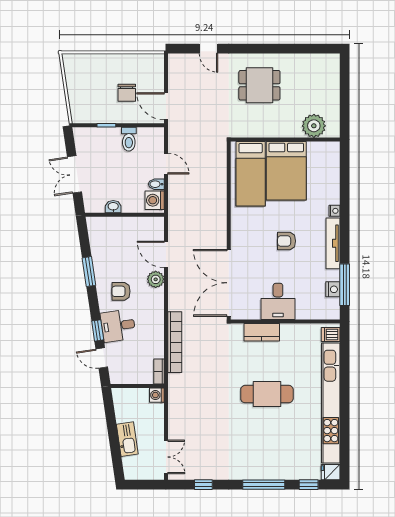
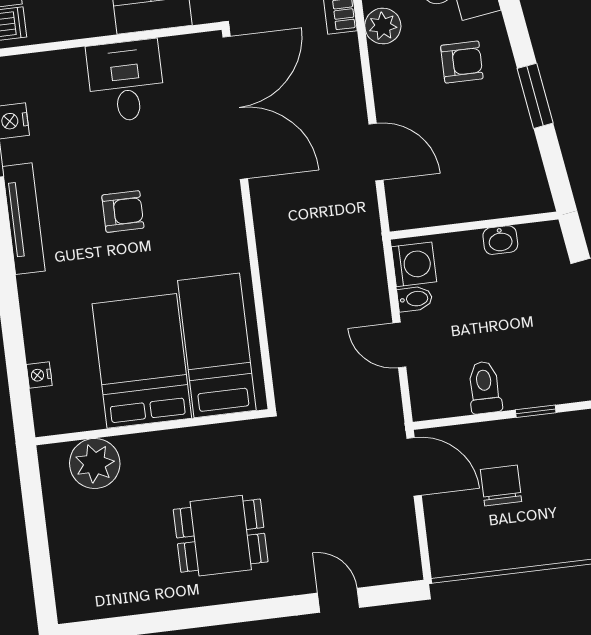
nightstand: (335, 211) -> (39, 375), moved
plant: (156, 279) -> (383, 26), moved

